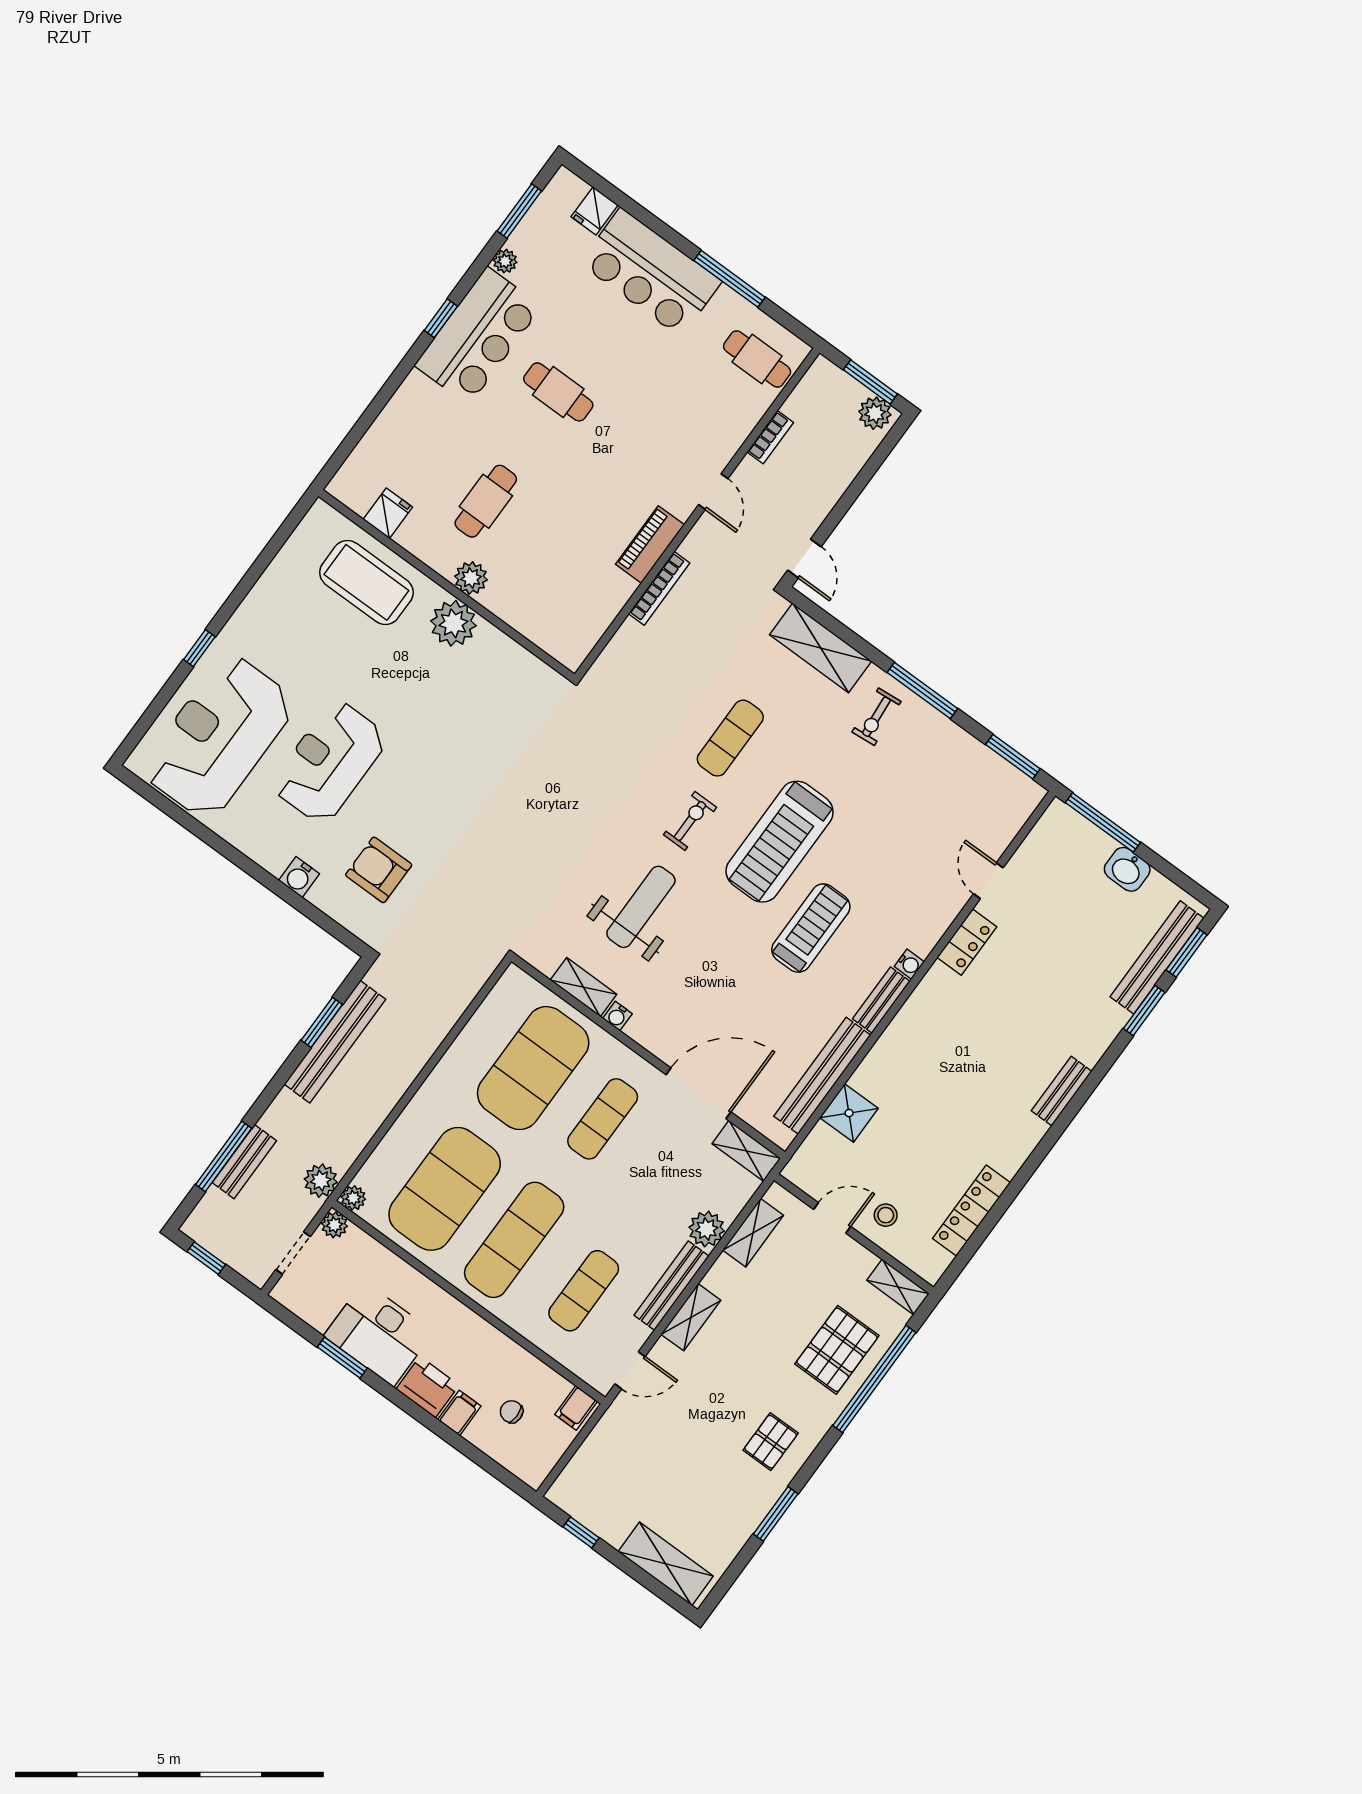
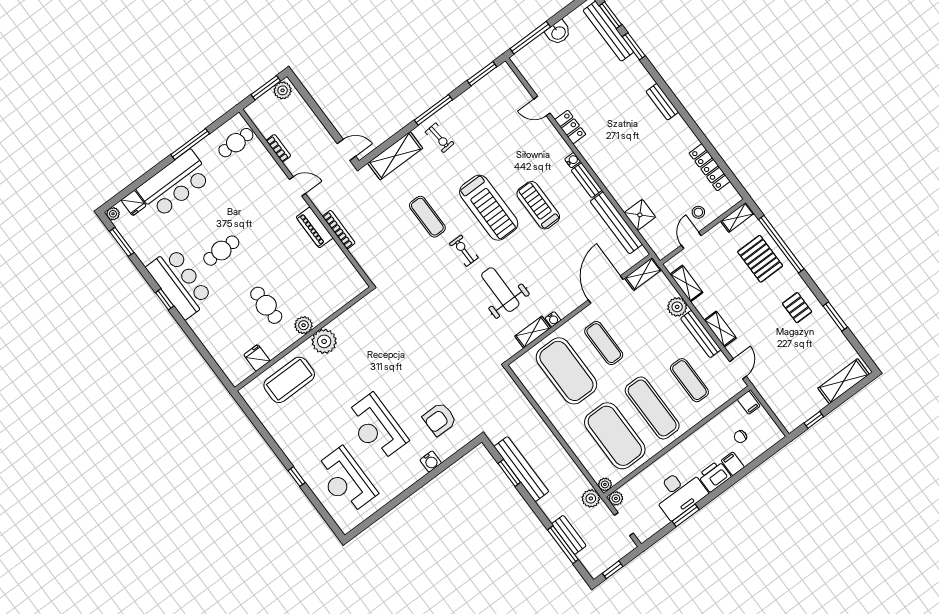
plant: (505, 261) -> (113, 214), moved
reception desk: (219, 737) -> (345, 481), width x0.74, depth x0.77

